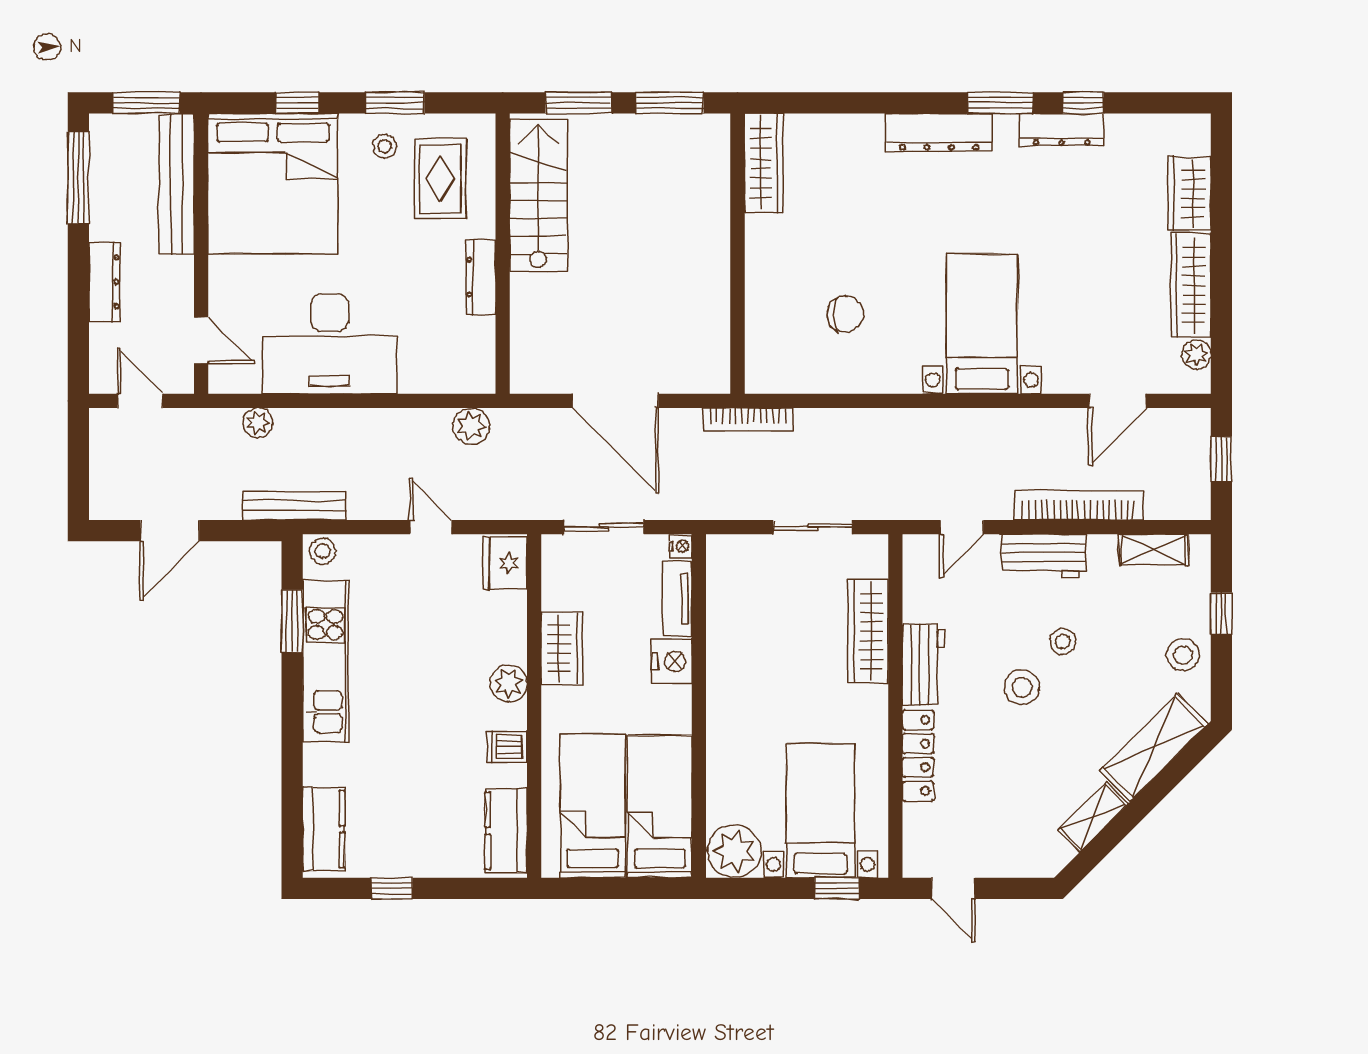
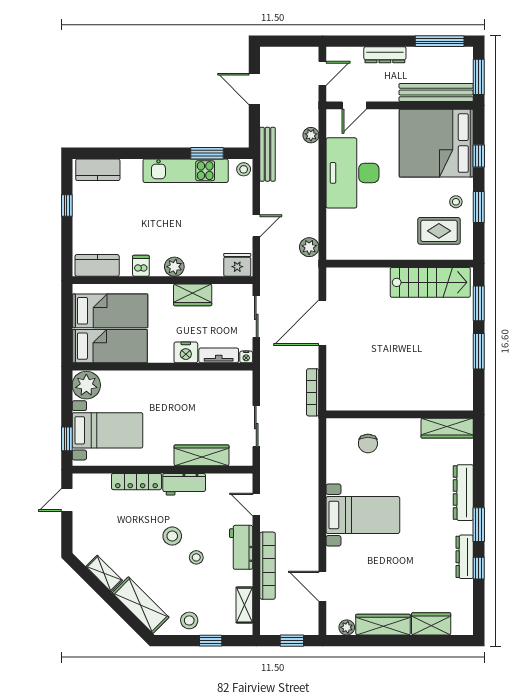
wardrobe: (764, 163) -> (447, 428), moved
wall: (737, 254) -> (400, 414), moved
dresser: (481, 277) -> (387, 252), removed

